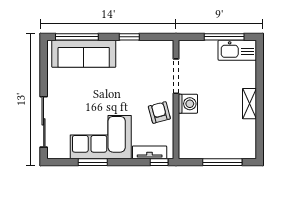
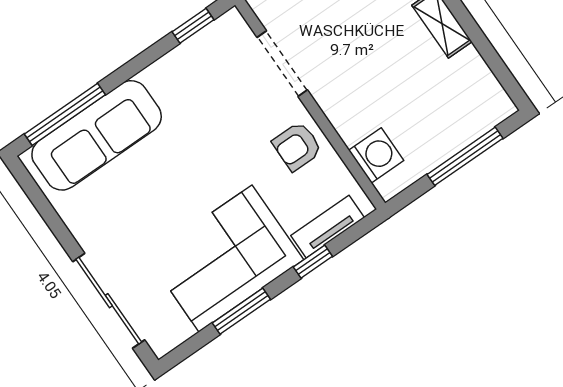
window: (129, 37) -> (193, 26), moved
washing machine: (188, 104) -> (376, 155), moved
armchair: (159, 112) -> (297, 146), turned -75
window: (159, 162) -> (313, 262), moved

